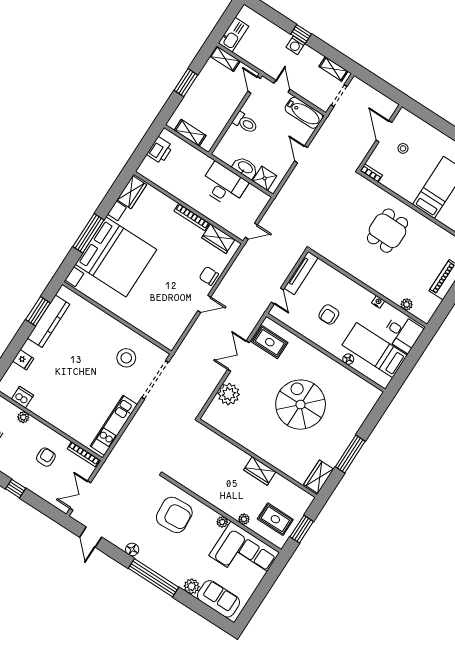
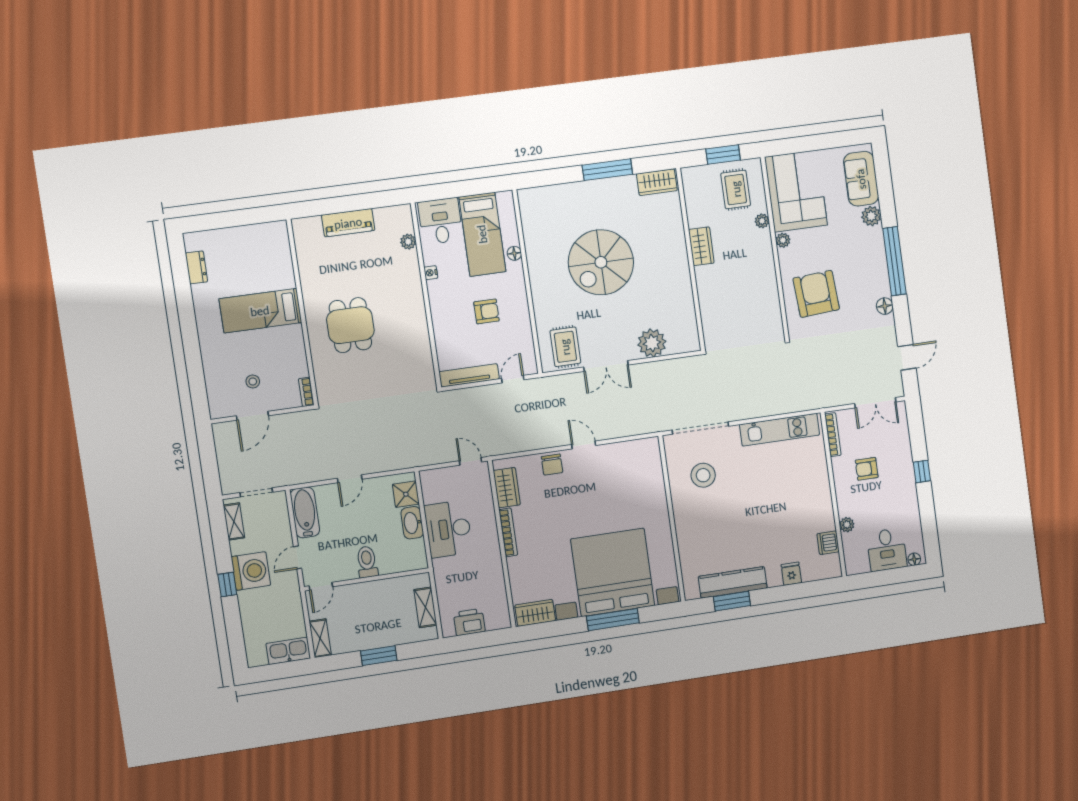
washing machine: (295, 45) -> (251, 571), width x1.89, depth x1.89
dining table: (387, 231) -> (350, 325), turned 90

